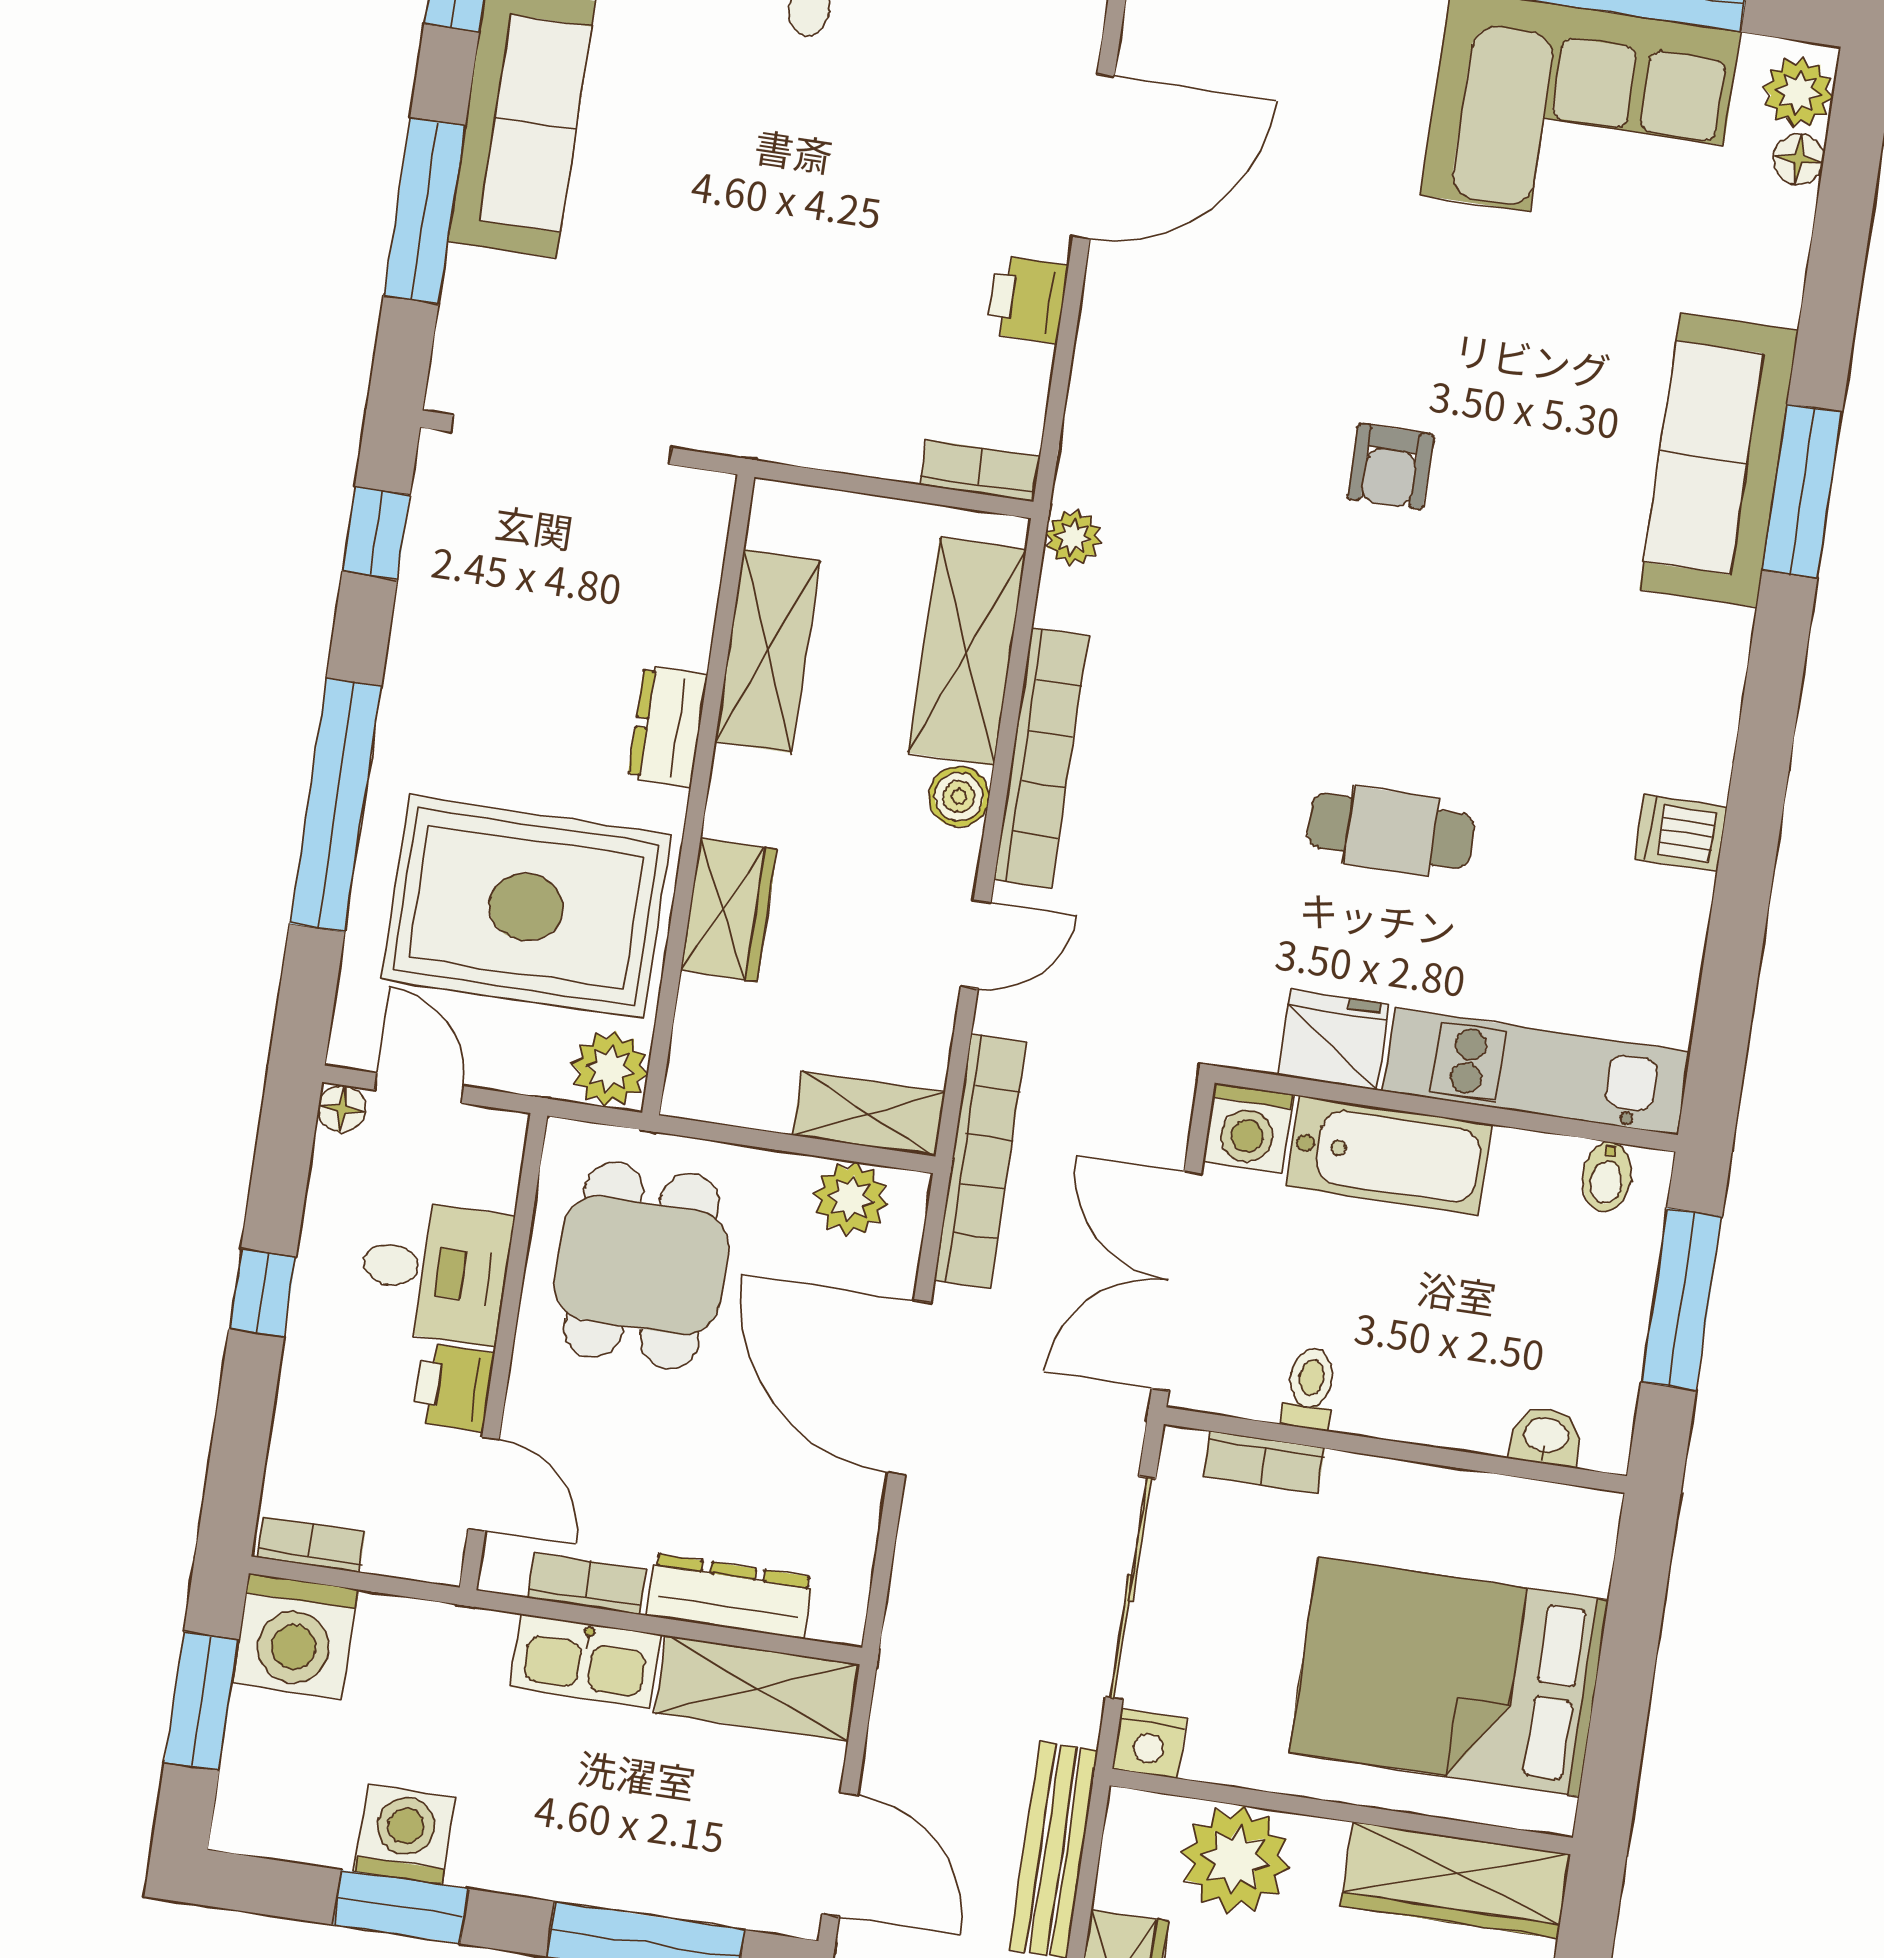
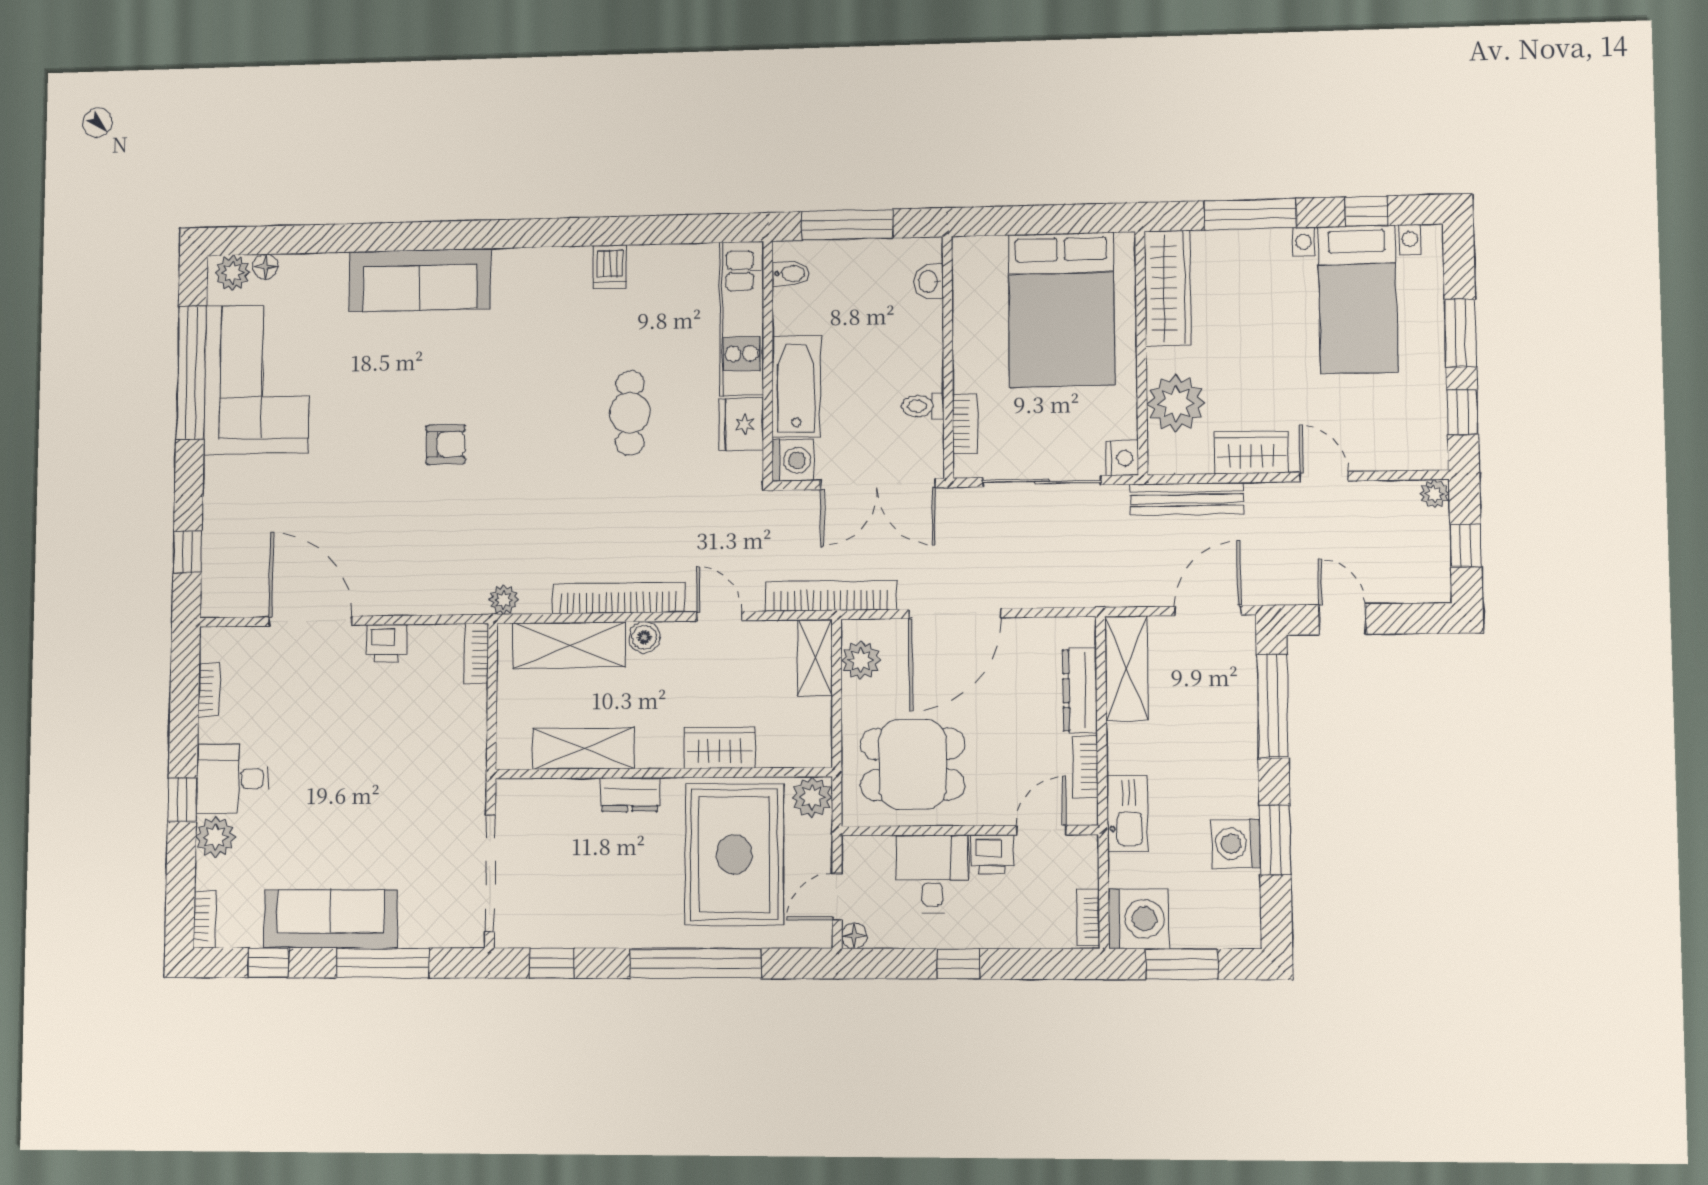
window: (1802, 491) -> (430, 236), removed
kitchen sink: (585, 1661) -> (1127, 813), moved

